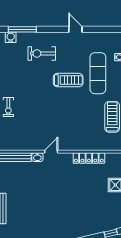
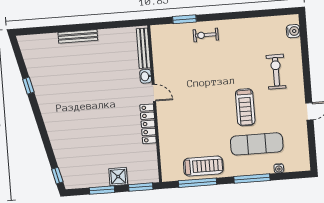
window: (22, 29) -> (304, 45), removed
locker: (89, 158) -> (148, 124), moved

